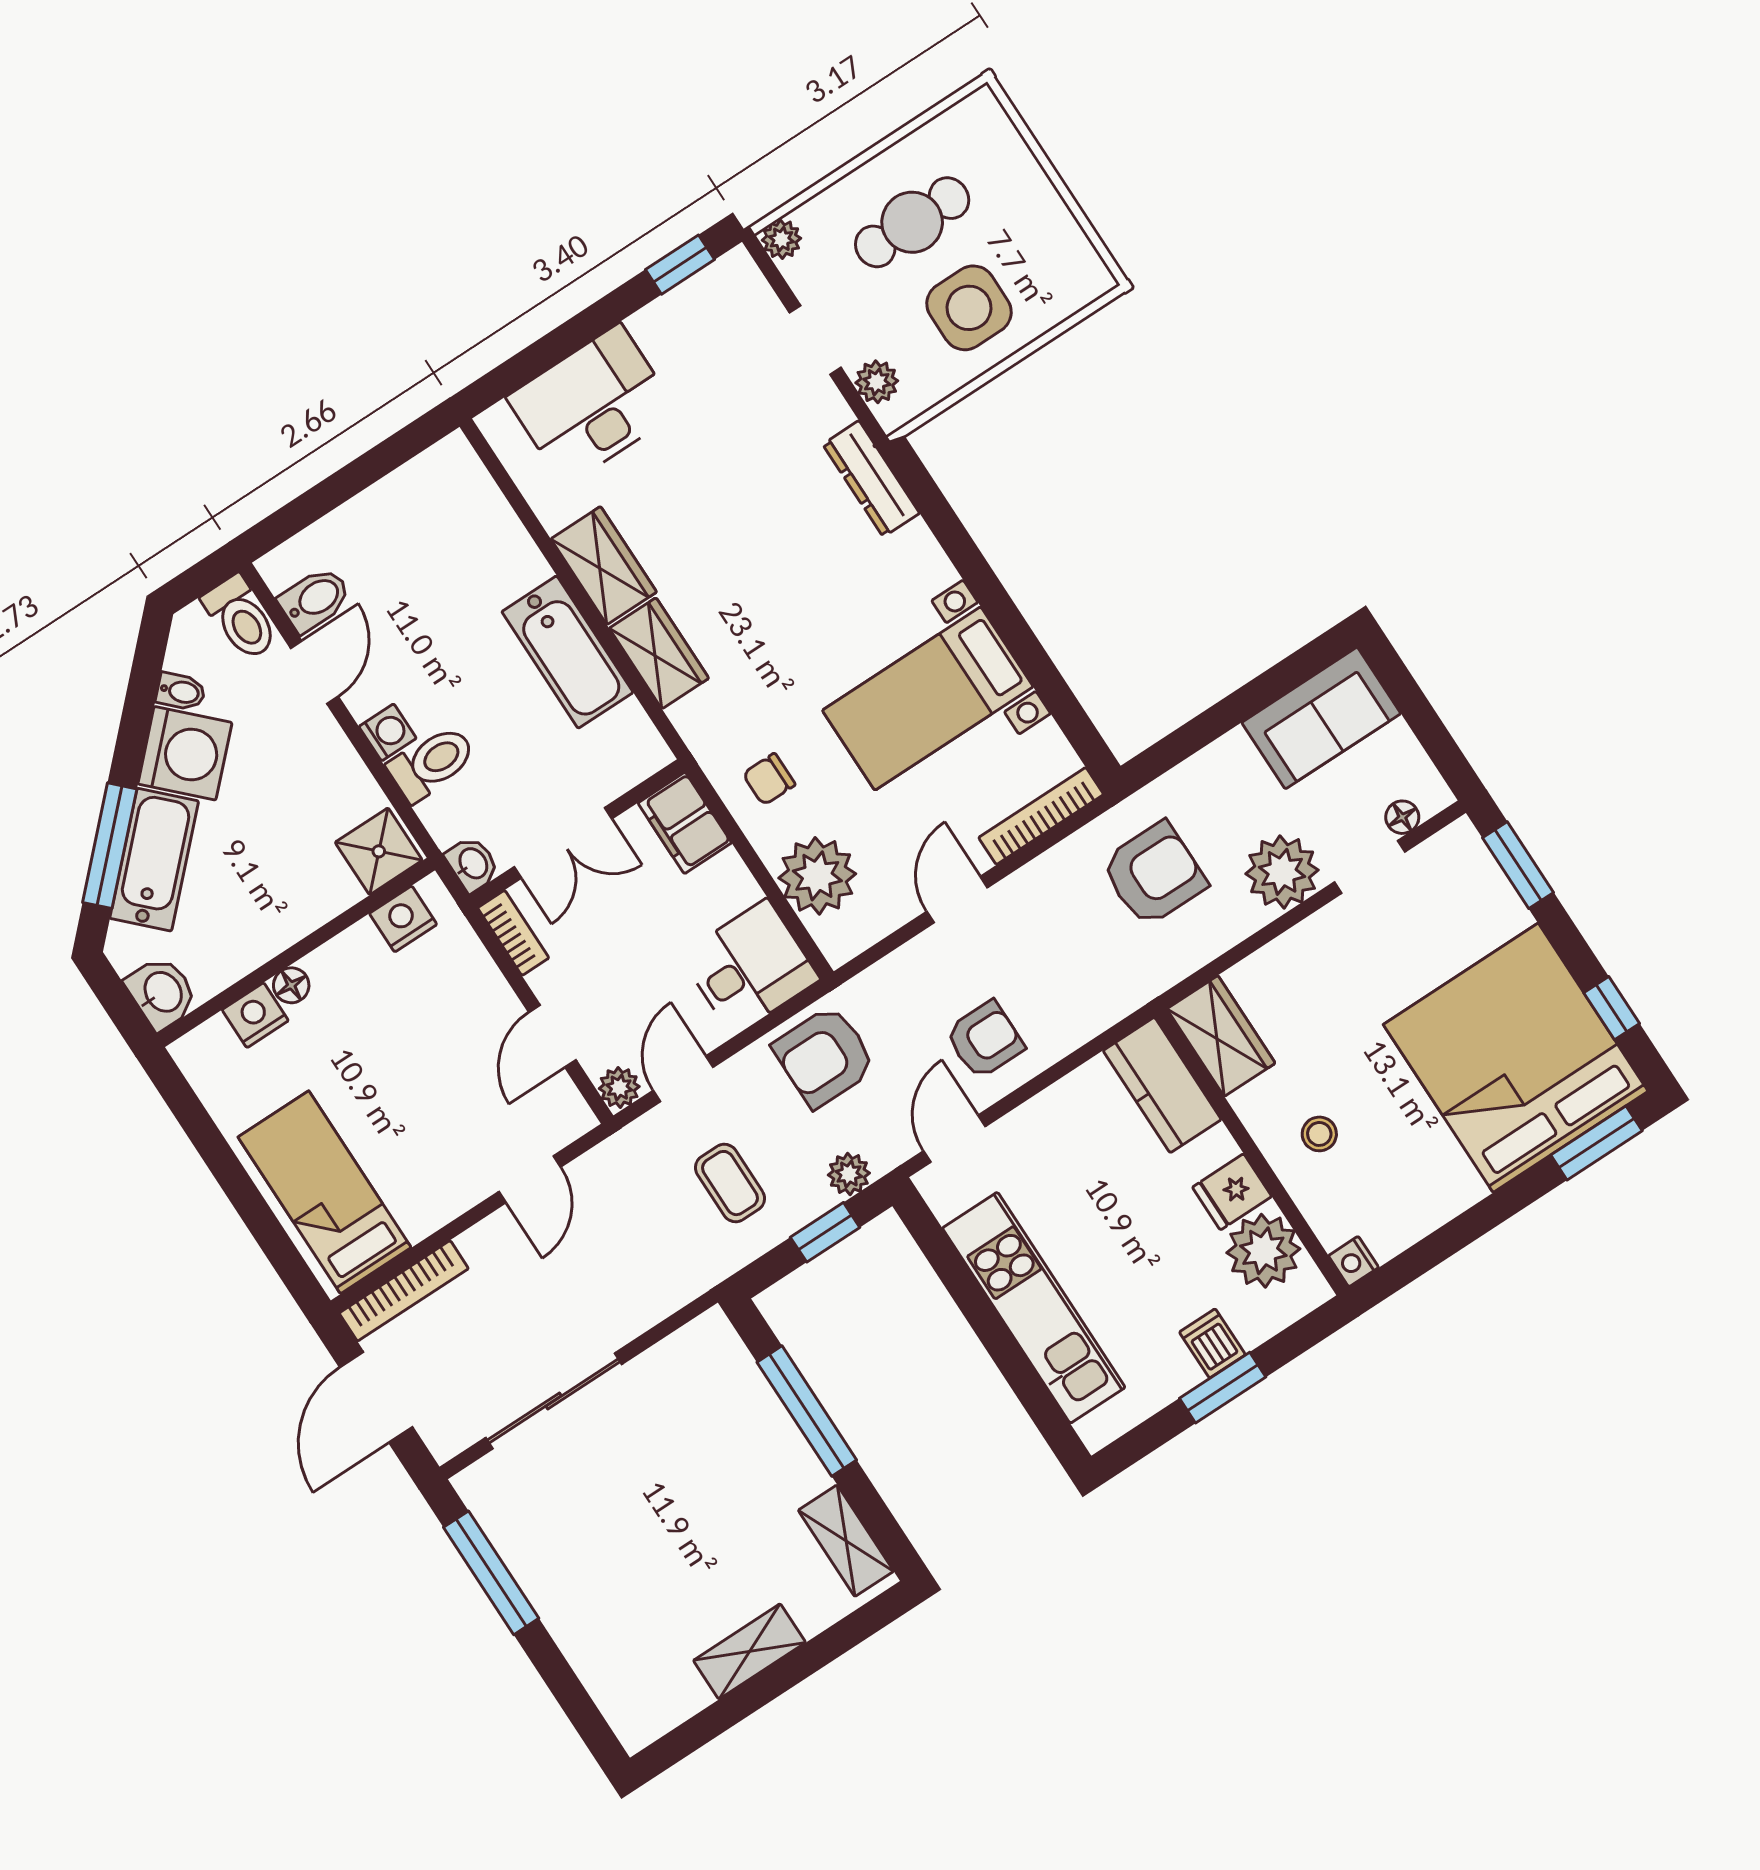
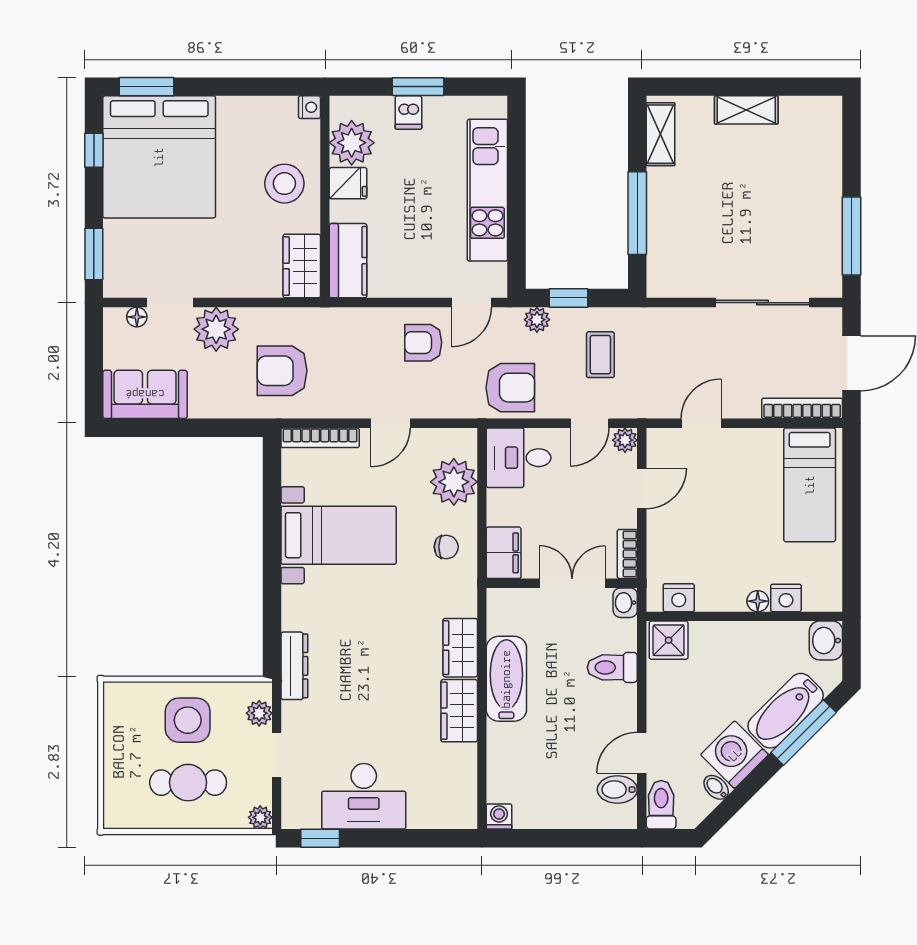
desk: (592, 405) -> (364, 796), moved
washing machine: (388, 732) -> (499, 817), moved, turned 90
stool: (1319, 1134) -> (284, 184), width x1.89, depth x1.89

